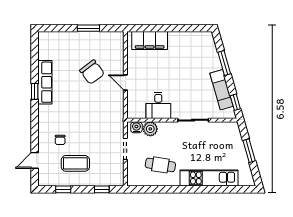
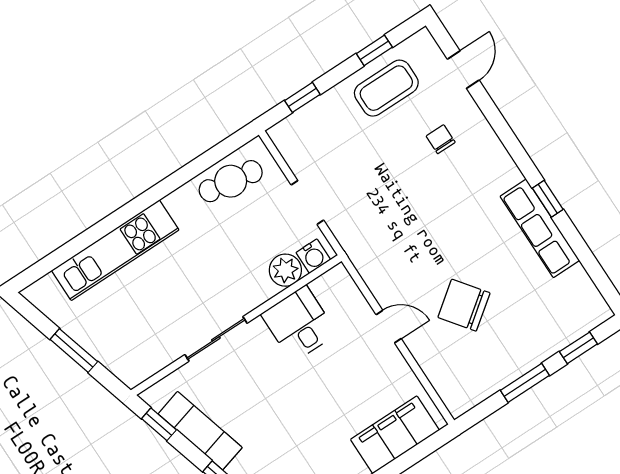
window: (60, 28) -> (578, 348), added
coffee table: (75, 163) -> (386, 88), moved
cafe table: (160, 165) -> (231, 181), moved

